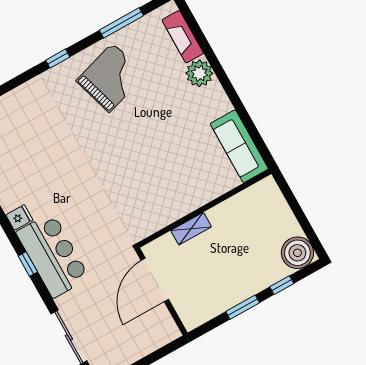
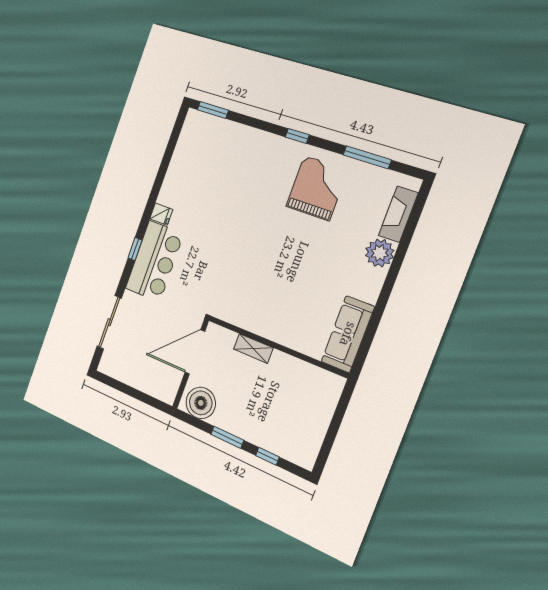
grand piano: (111, 78) -> (317, 188), turned -73
boiler: (297, 253) -> (201, 403), moved

